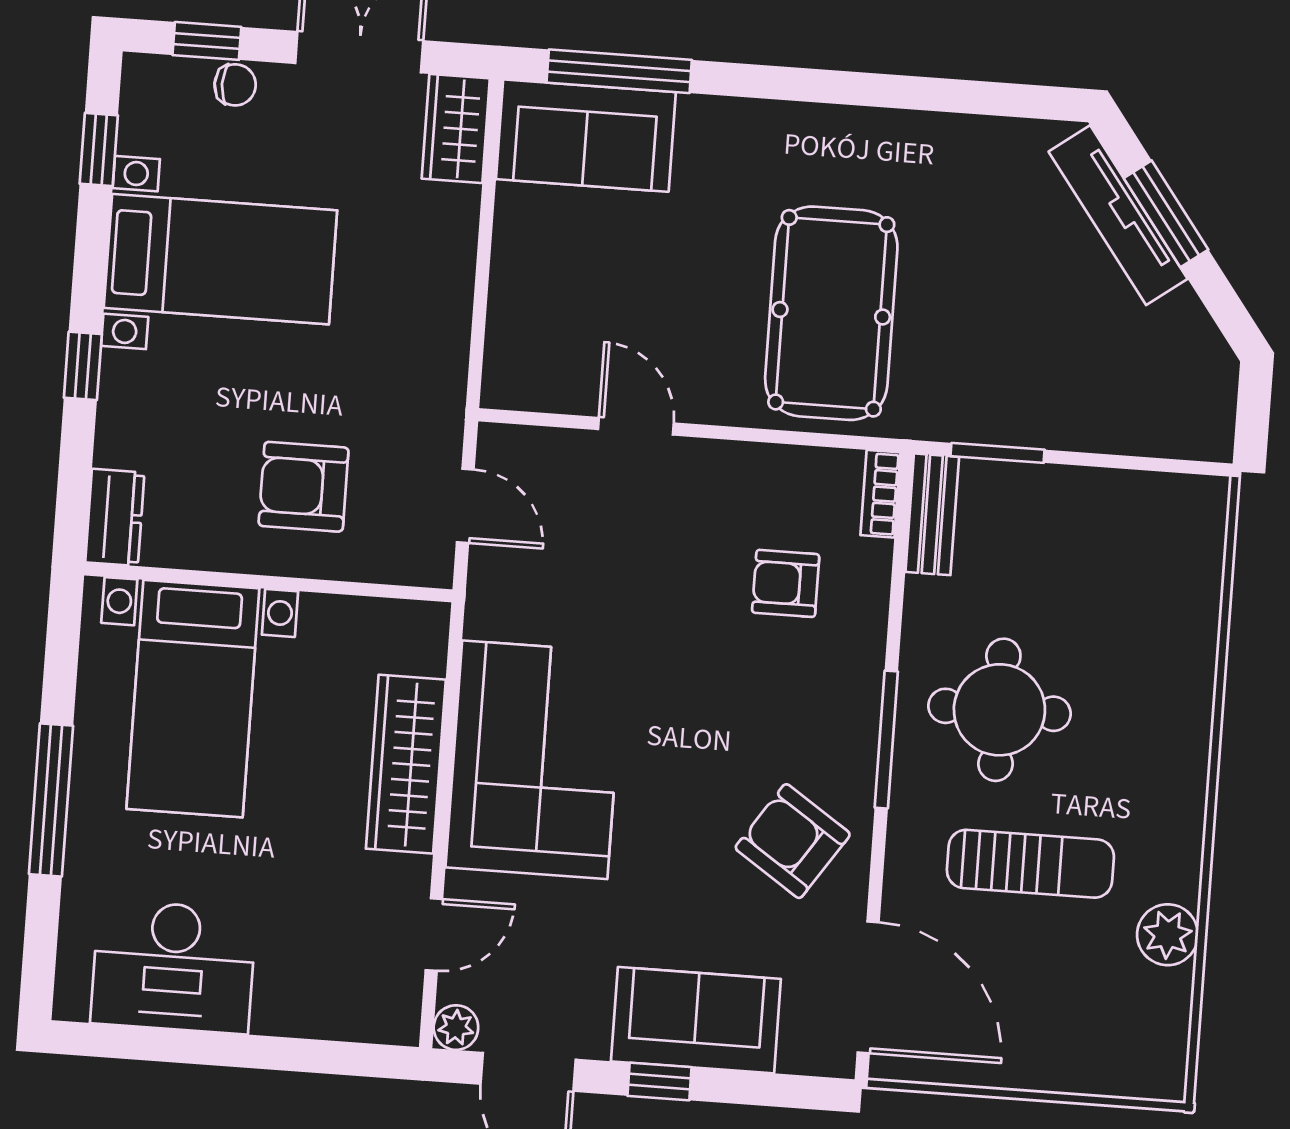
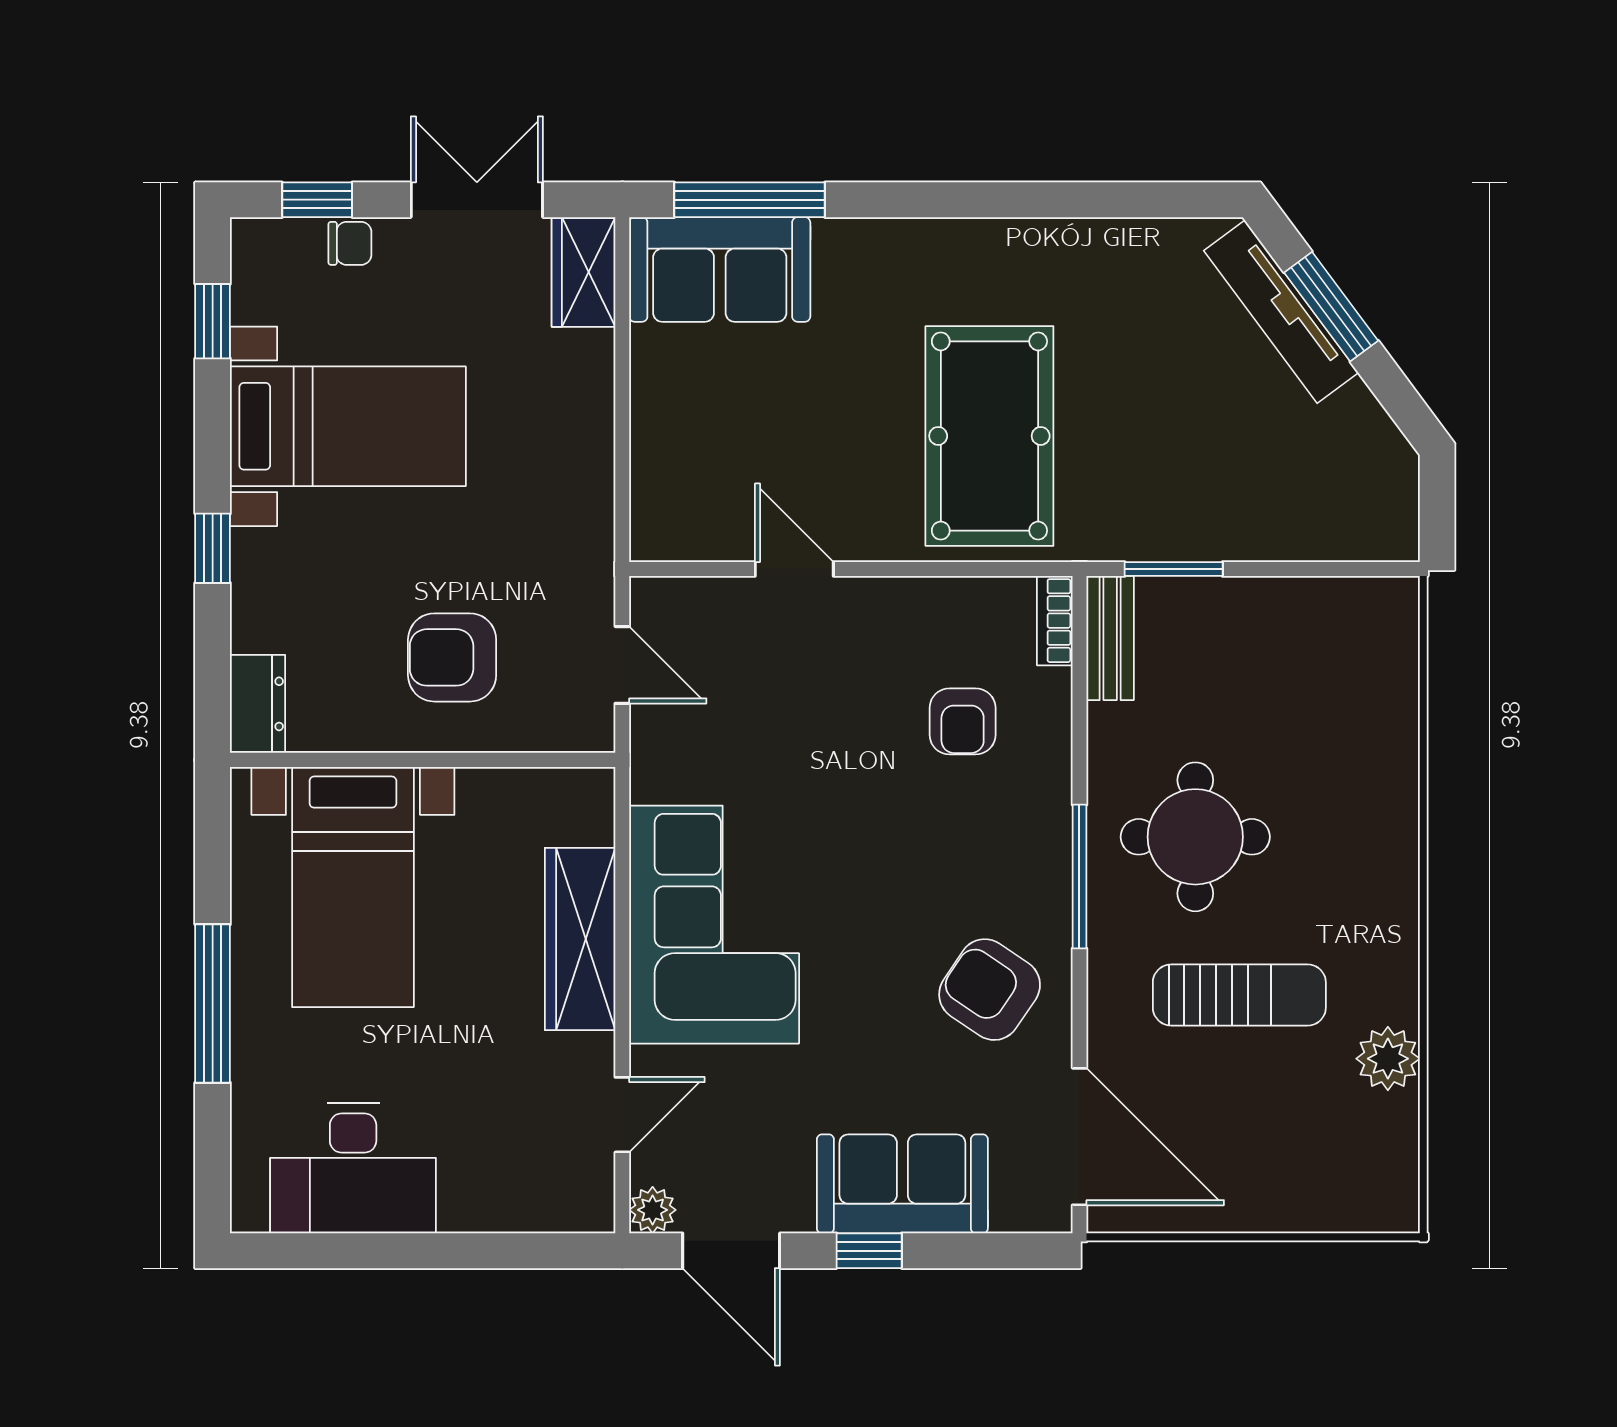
armchair: (786, 583) -> (963, 721), turned -90

